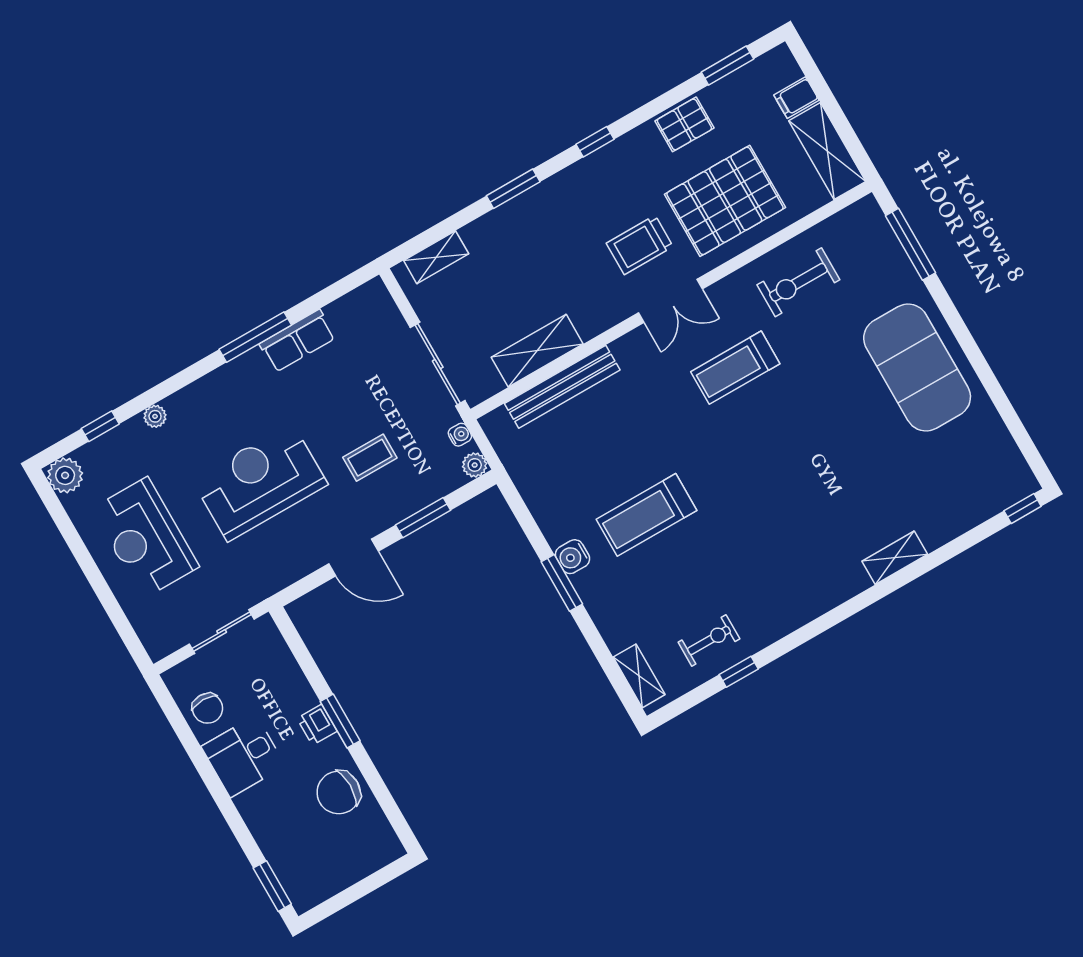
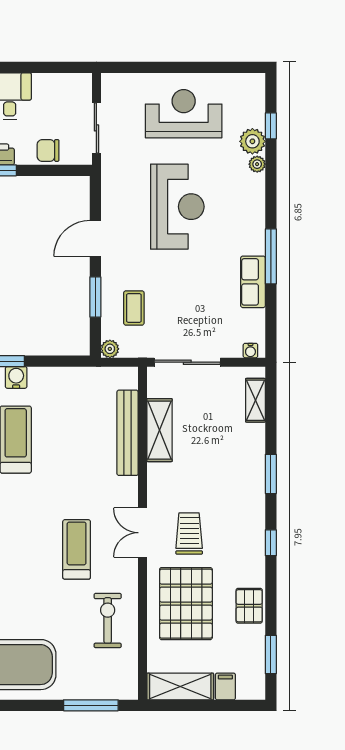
water cooler: (460, 435) -> (250, 351), moved
coffee table: (370, 458) -> (134, 308), moved
plant: (65, 475) -> (252, 141), moved
chair: (208, 708) -> (48, 150), moved

